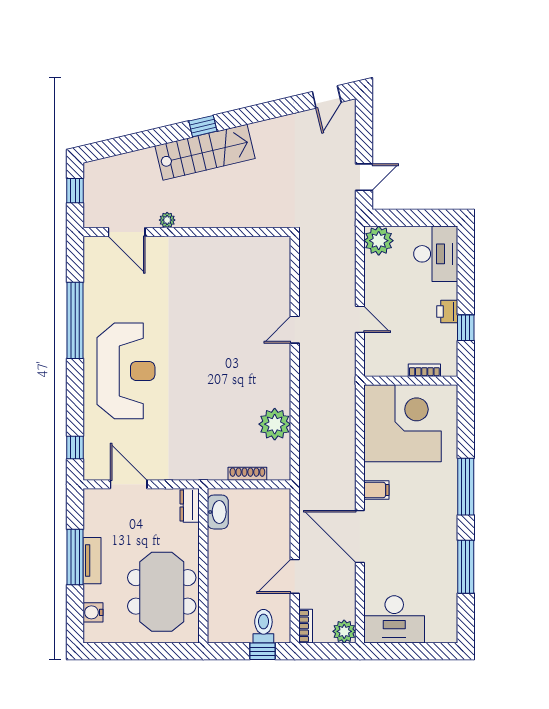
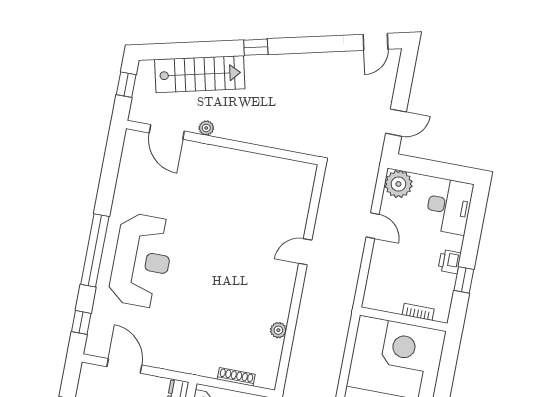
stairs: (205, 152) -> (200, 74), moved
door: (360, 319) -> (373, 226), moved
window: (75, 320) -> (95, 250), moved
plant: (275, 424) -> (278, 330), width x0.53, depth x0.53

